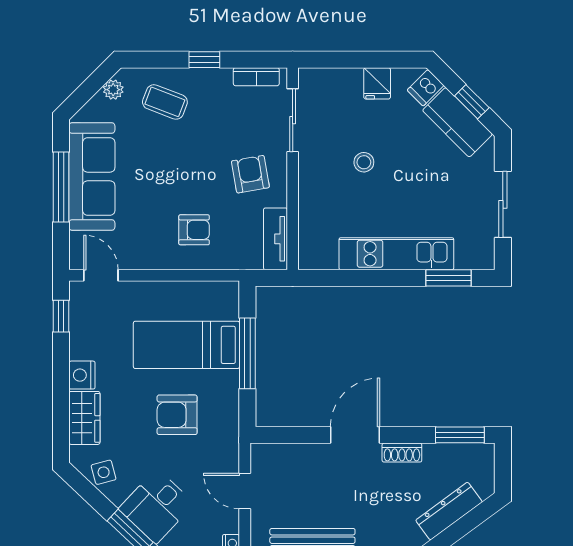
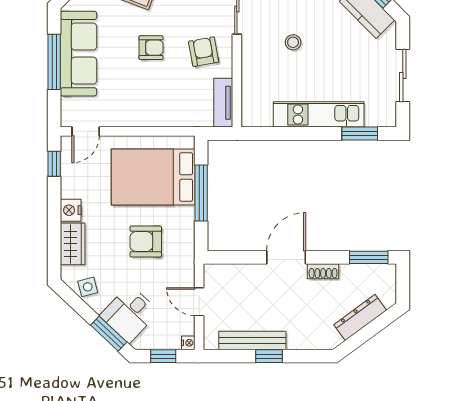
armchair: (194, 230) -> (151, 48), moved
door: (101, 275) -> (86, 131), swing flipped
bed: (186, 345) -> (153, 177), width x1.50

